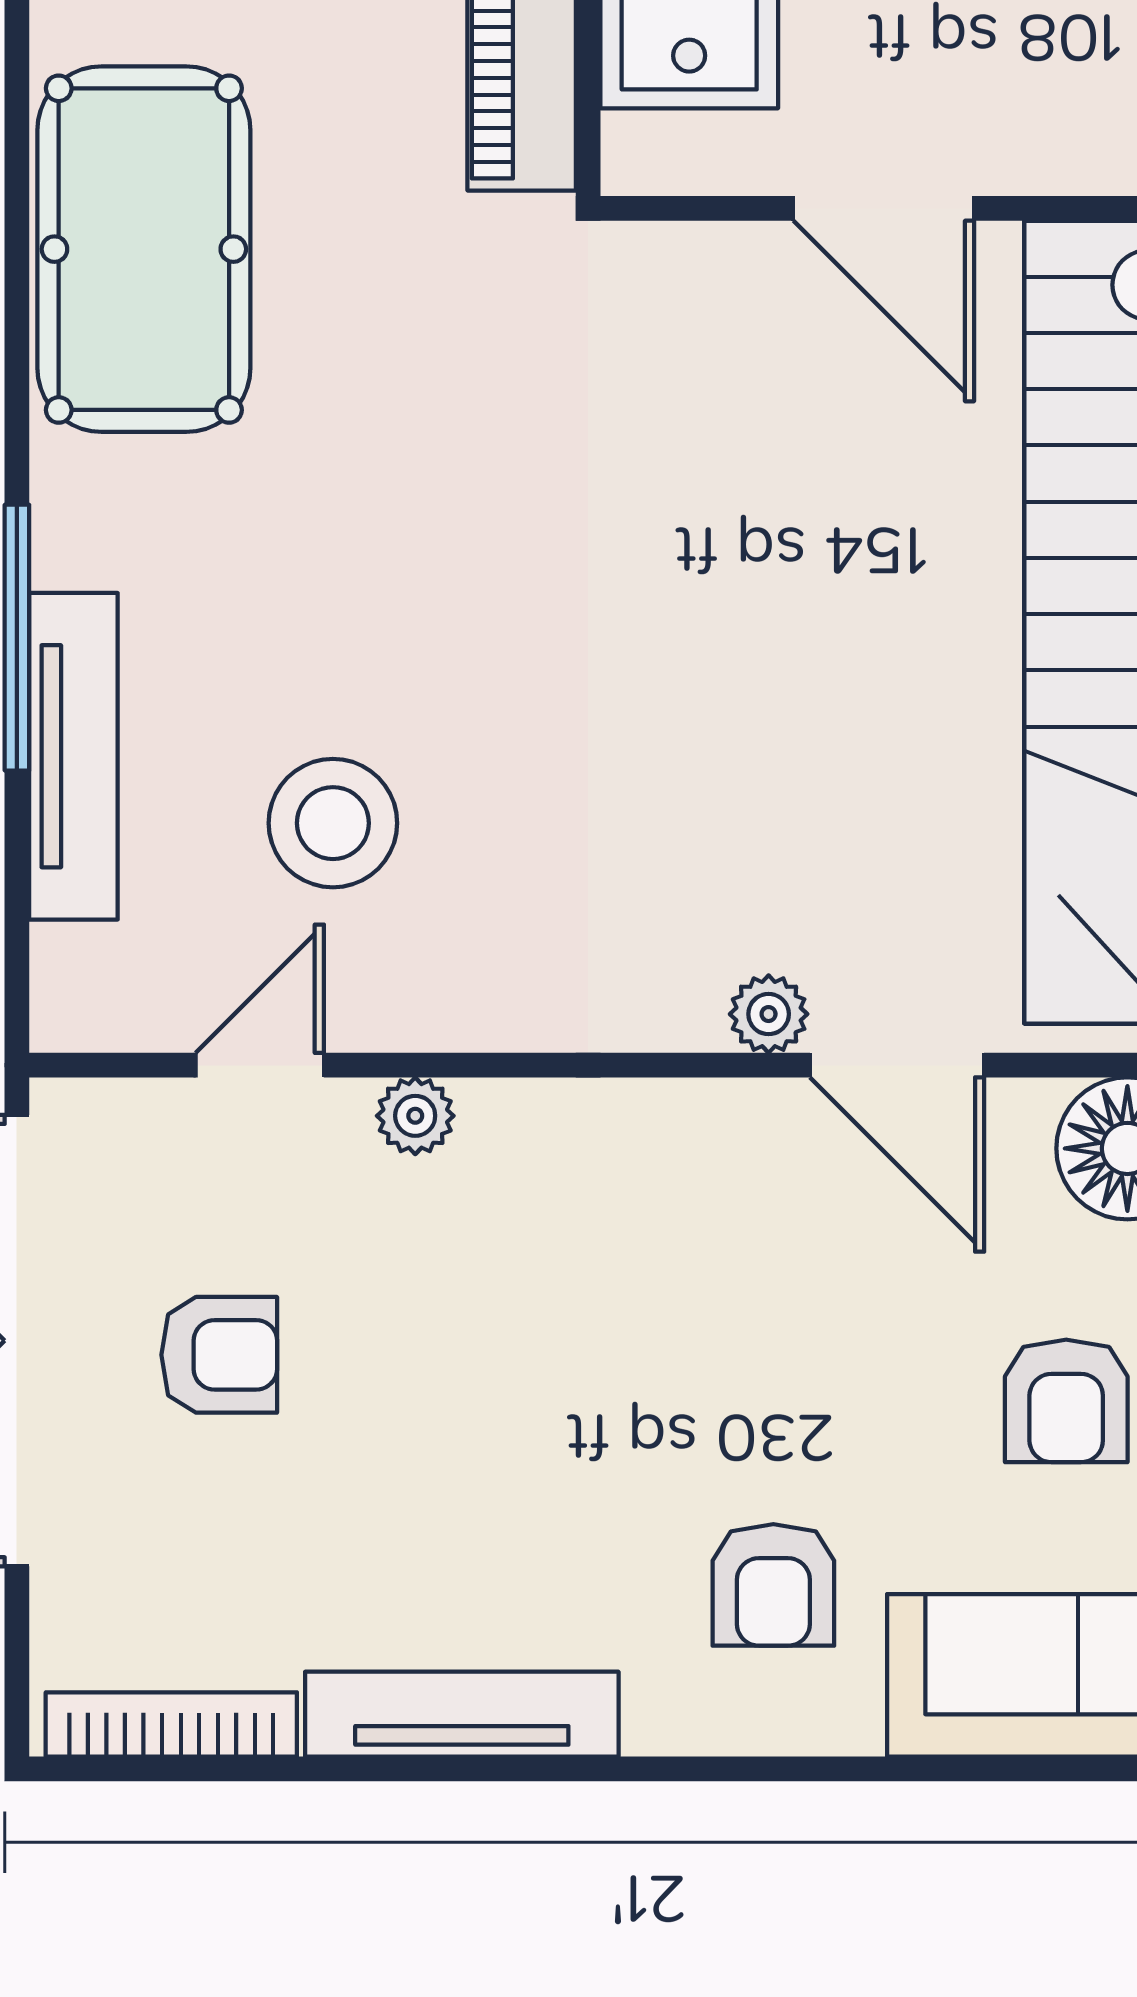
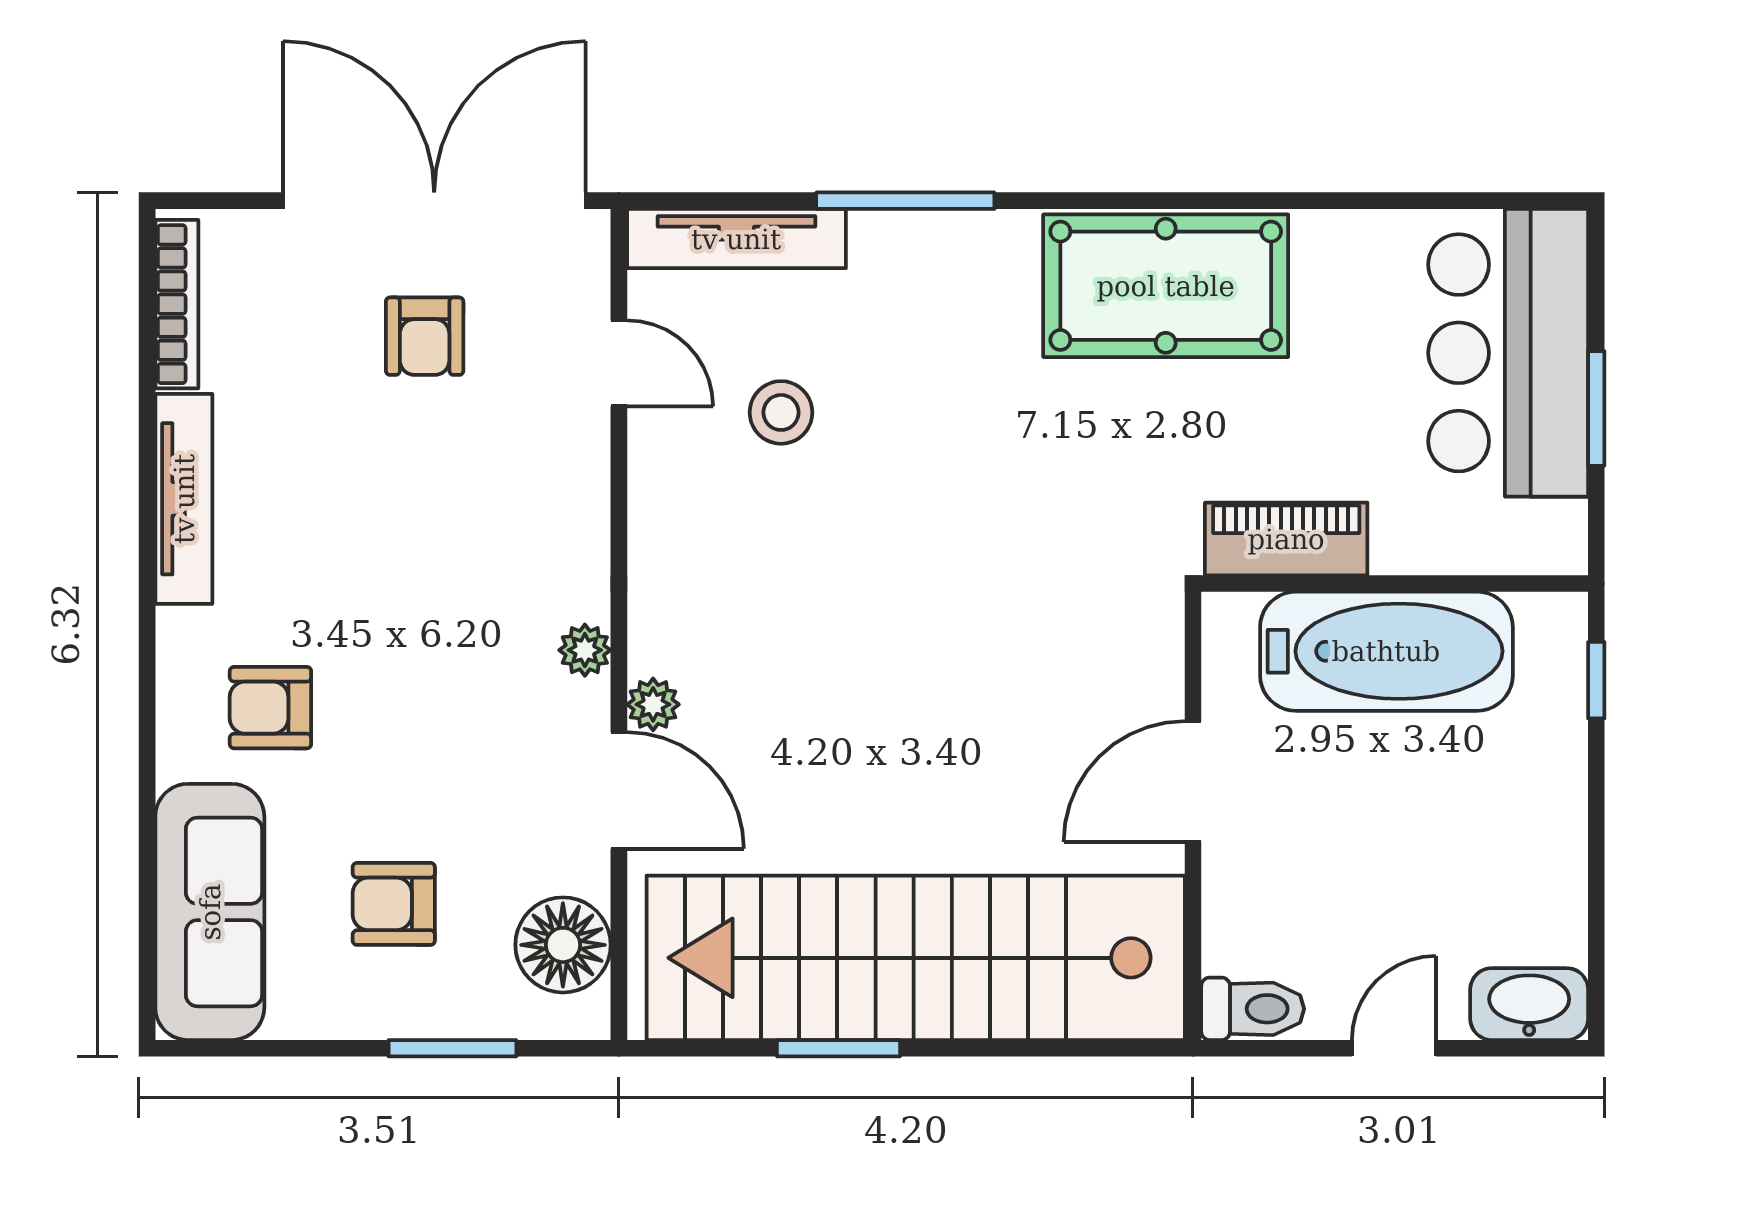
tv unit: (73, 756) -> (736, 239), moved
stool: (333, 823) -> (781, 412), width x0.73, depth x0.73
door: (897, 1065) -> (619, 791), swing flipped
plant: (415, 1116) -> (585, 650), moved

